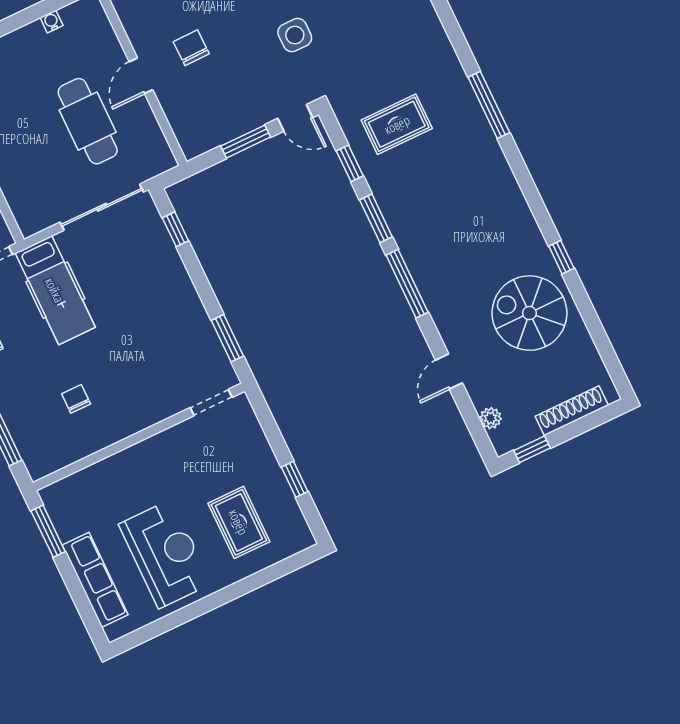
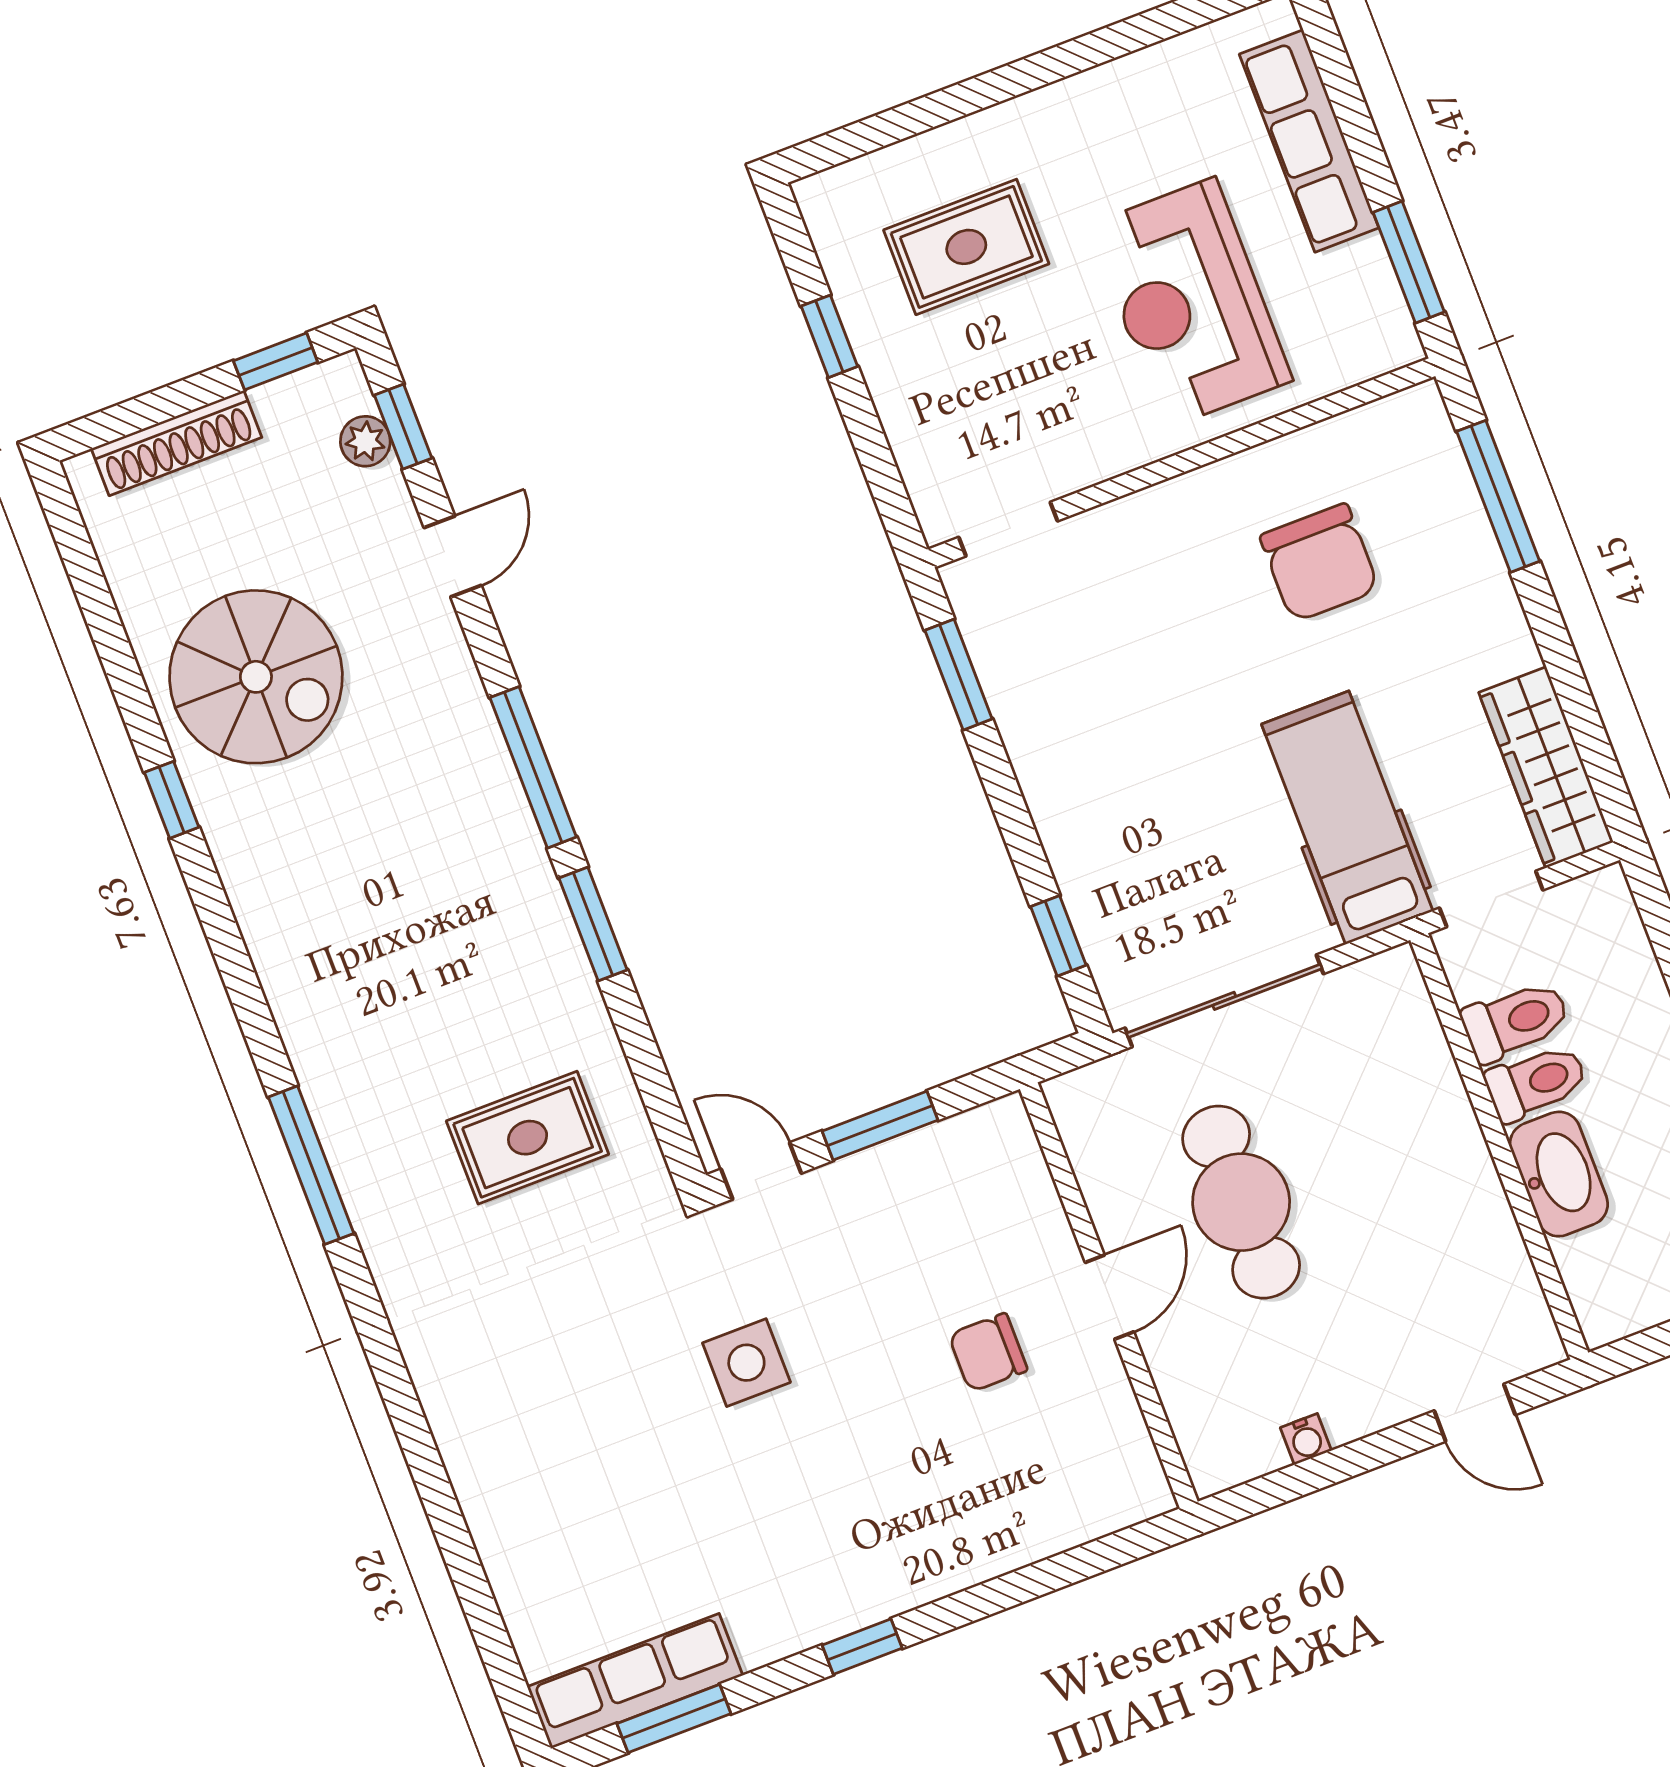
chair: (191, 48) -> (988, 1352), turned 91
window: (350, 163) -> (403, 427), moved
chair: (76, 399) -> (1319, 563), width x1.87, depth x1.87
rug: (239, 522) -> (966, 247), turned 90
reception desk: (165, 554) -> (1190, 303), moved

